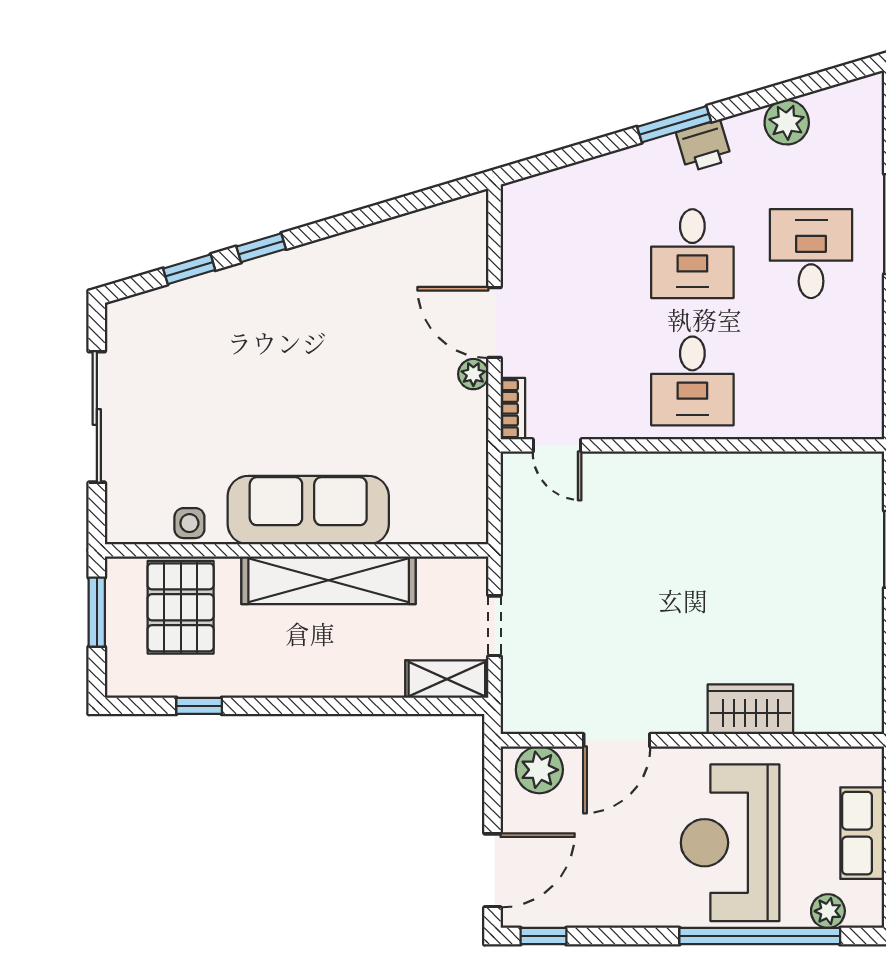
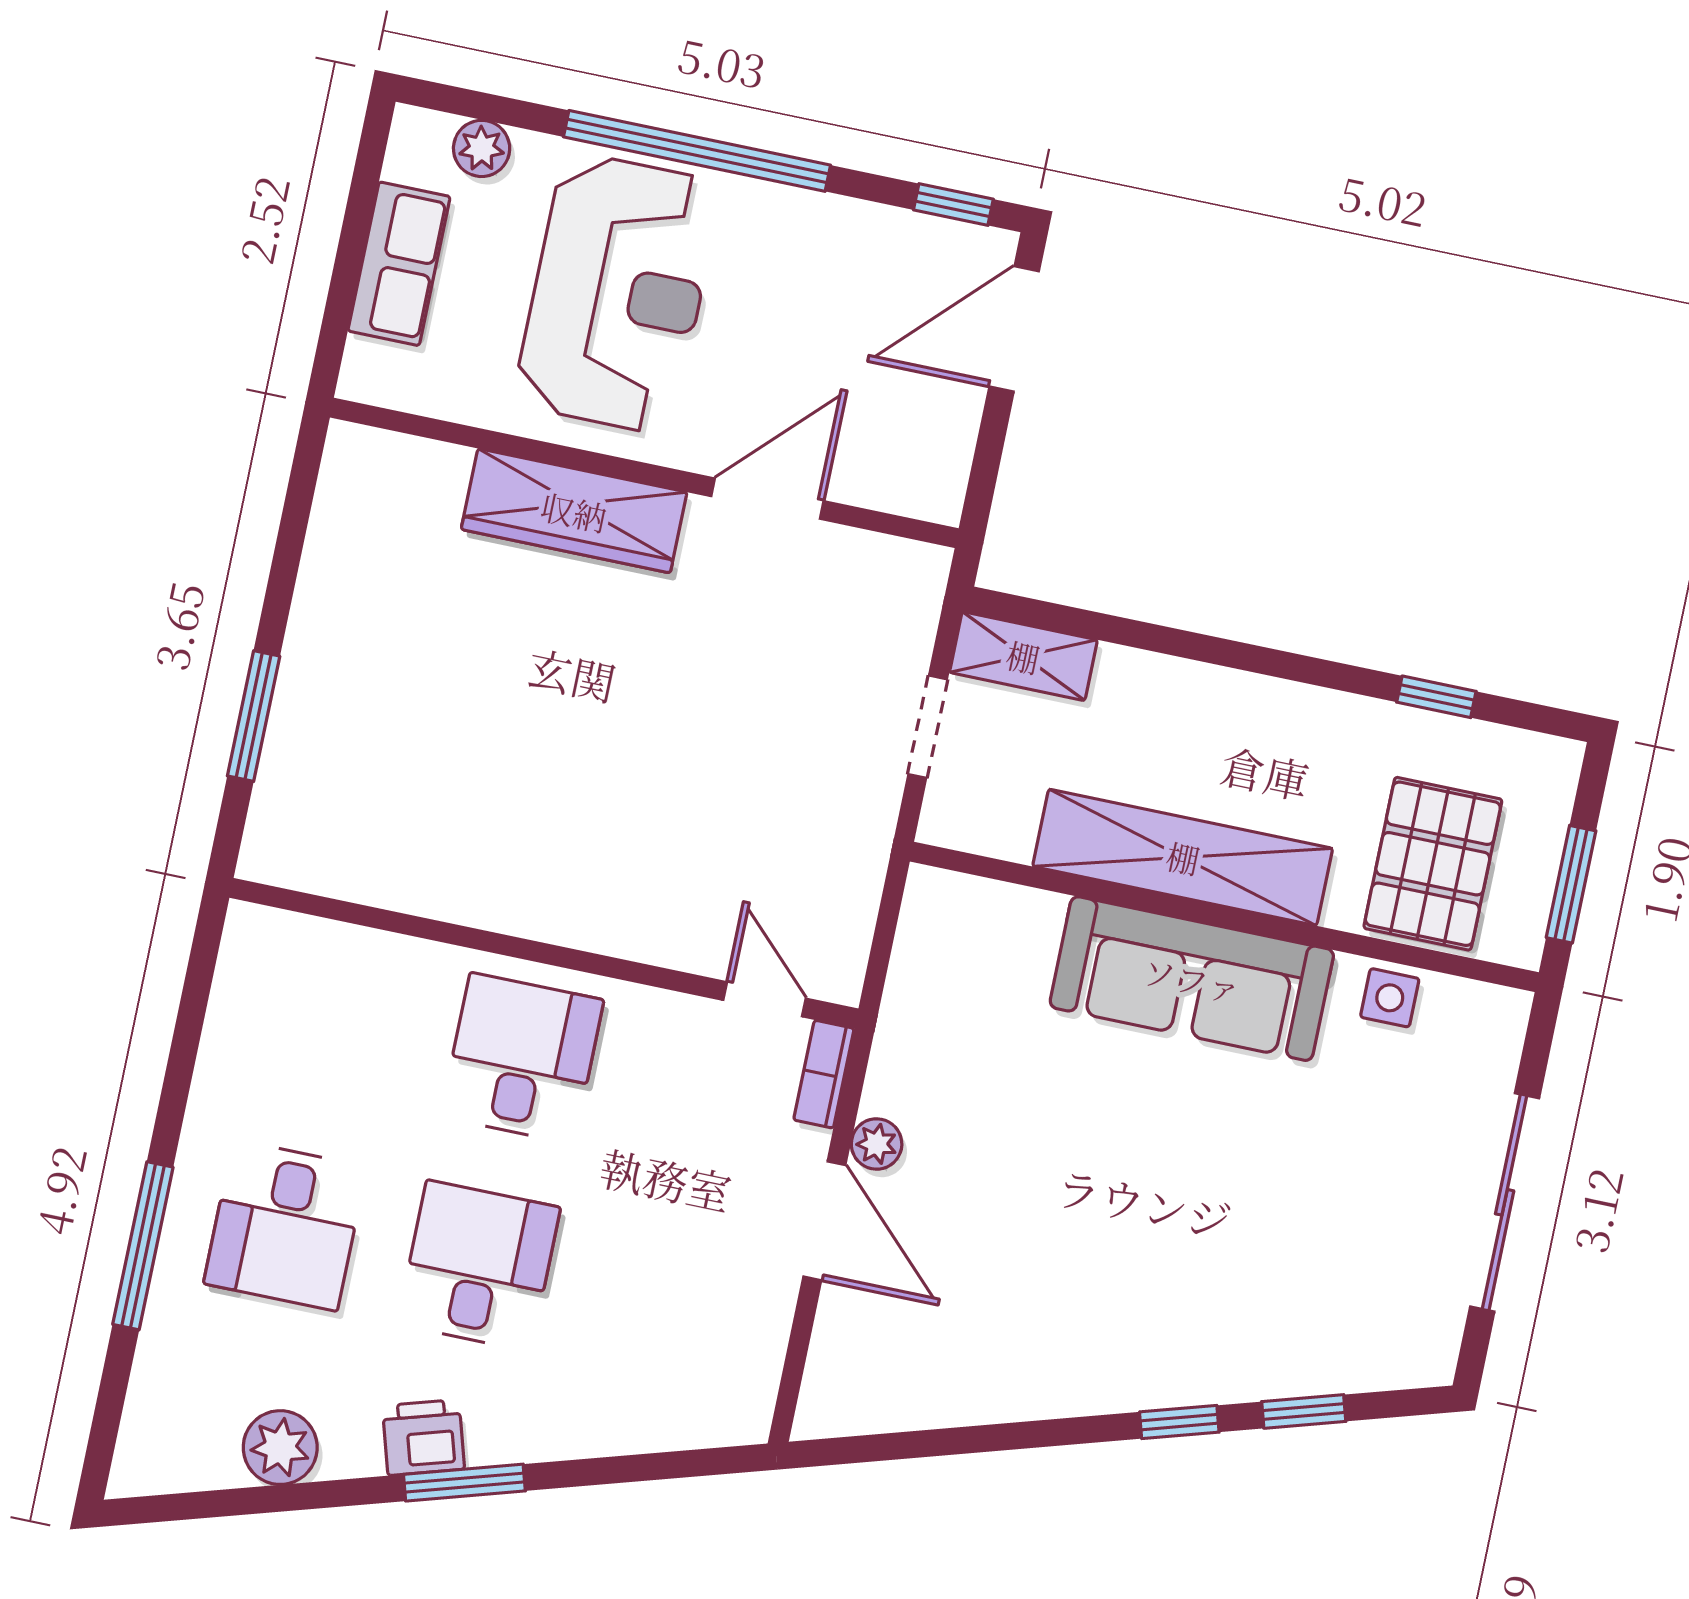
wardrobe: (750, 709) -> (574, 511), width x1.50
plant: (539, 770) -> (904, 477), removed
window: (760, 936) -> (697, 151), moved

